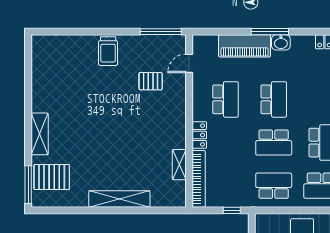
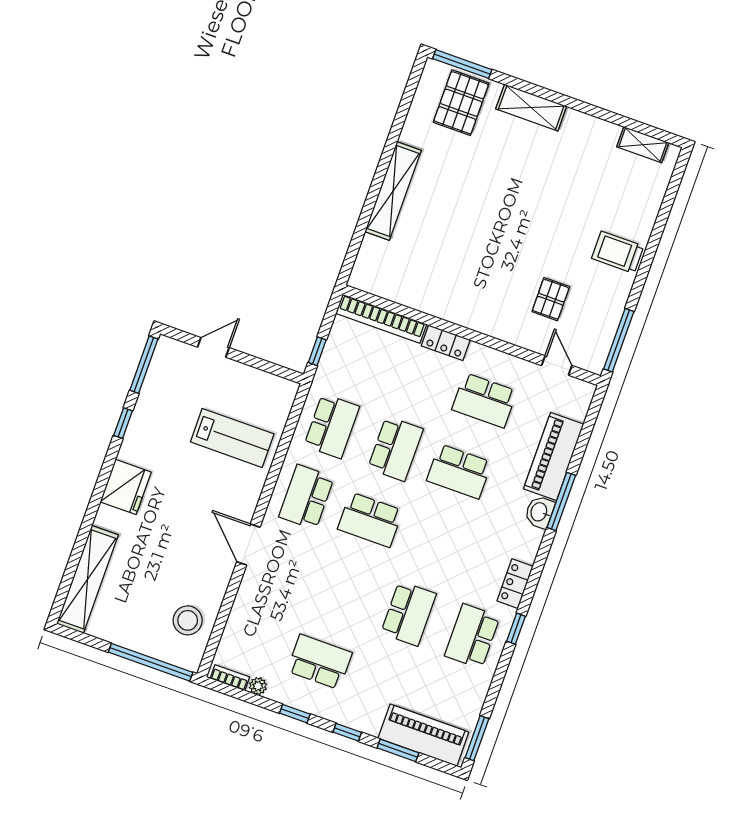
school desk: (274, 143) -> (395, 449), turned 180
shelving: (179, 165) -> (643, 145), moved

